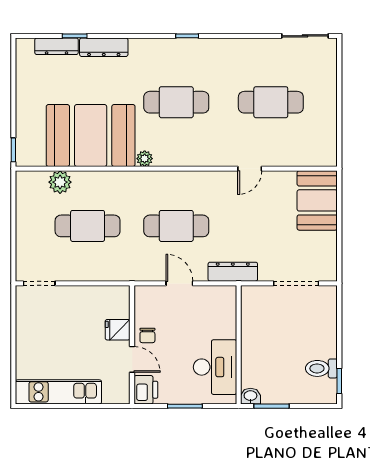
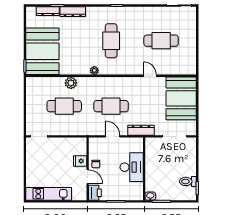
cafe table: (176, 102) -> (111, 41), turned 90
booth: (91, 136) -> (42, 51), moved, turned 90
door: (250, 169) -> (150, 76), swing flipped
plant: (60, 182) -> (71, 83), moved
booth: (317, 200) -> (181, 98), width x1.36, depth x1.42
desk: (215, 367) -> (132, 167), moved

